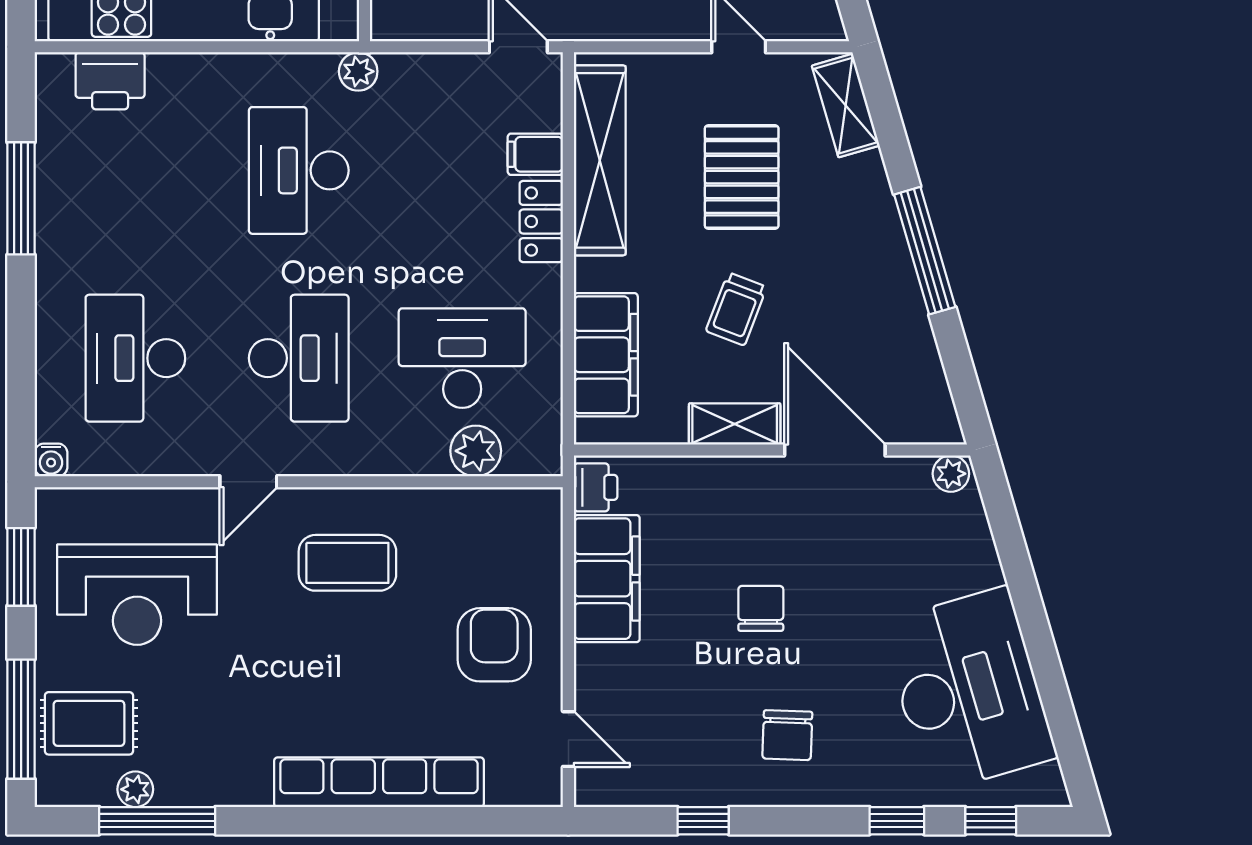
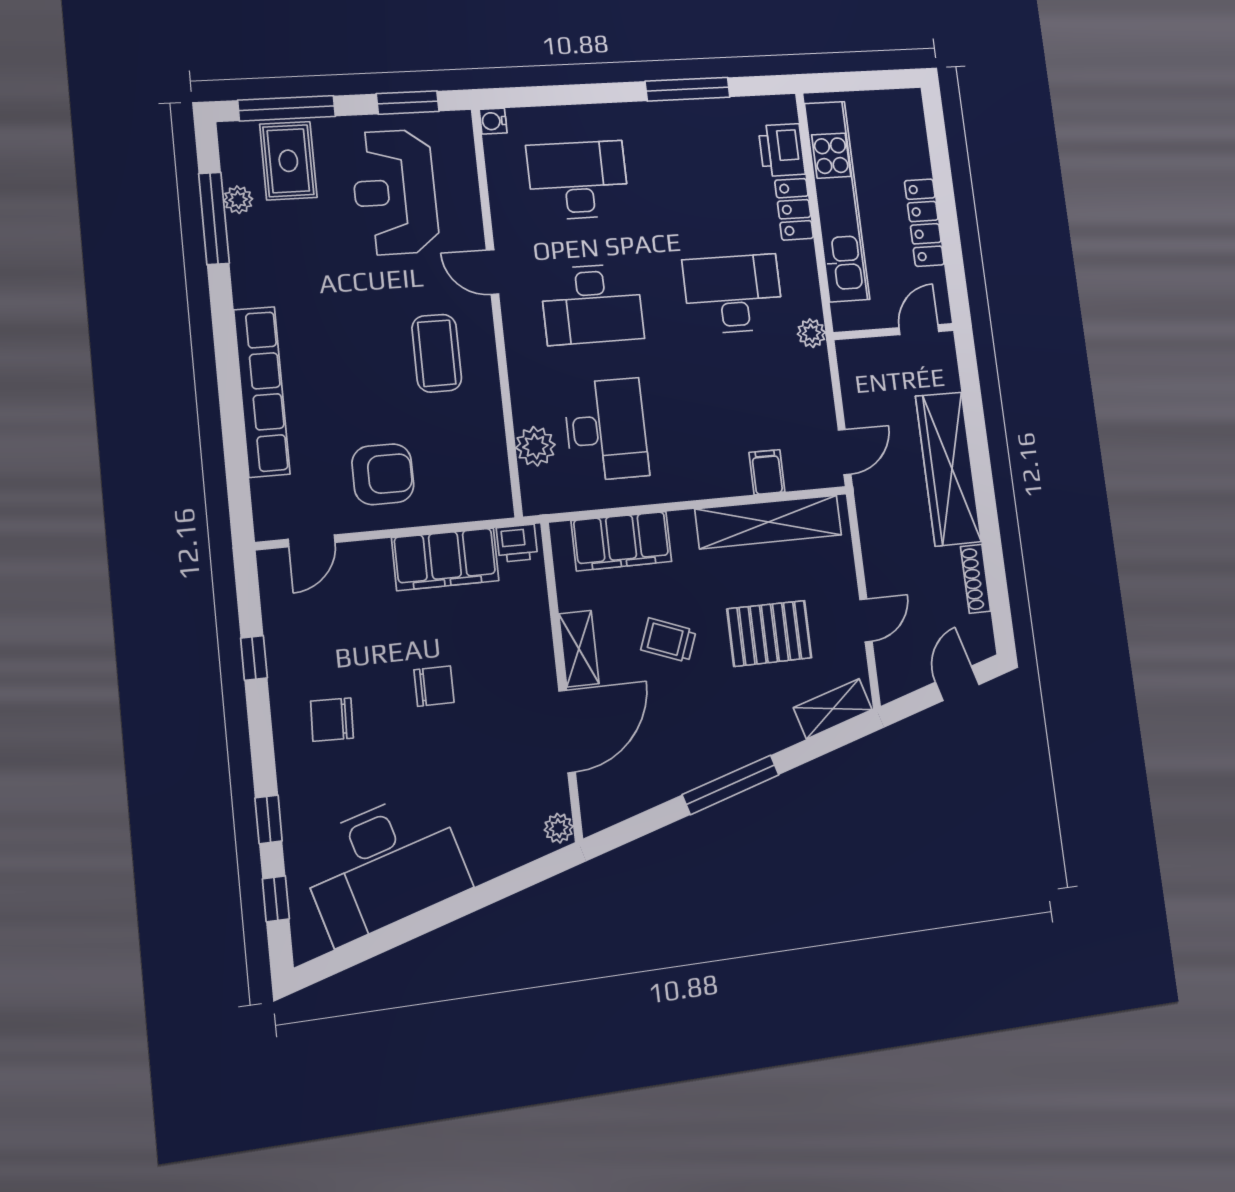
locker: (541, 222) -> (794, 209), moved, turned -90

